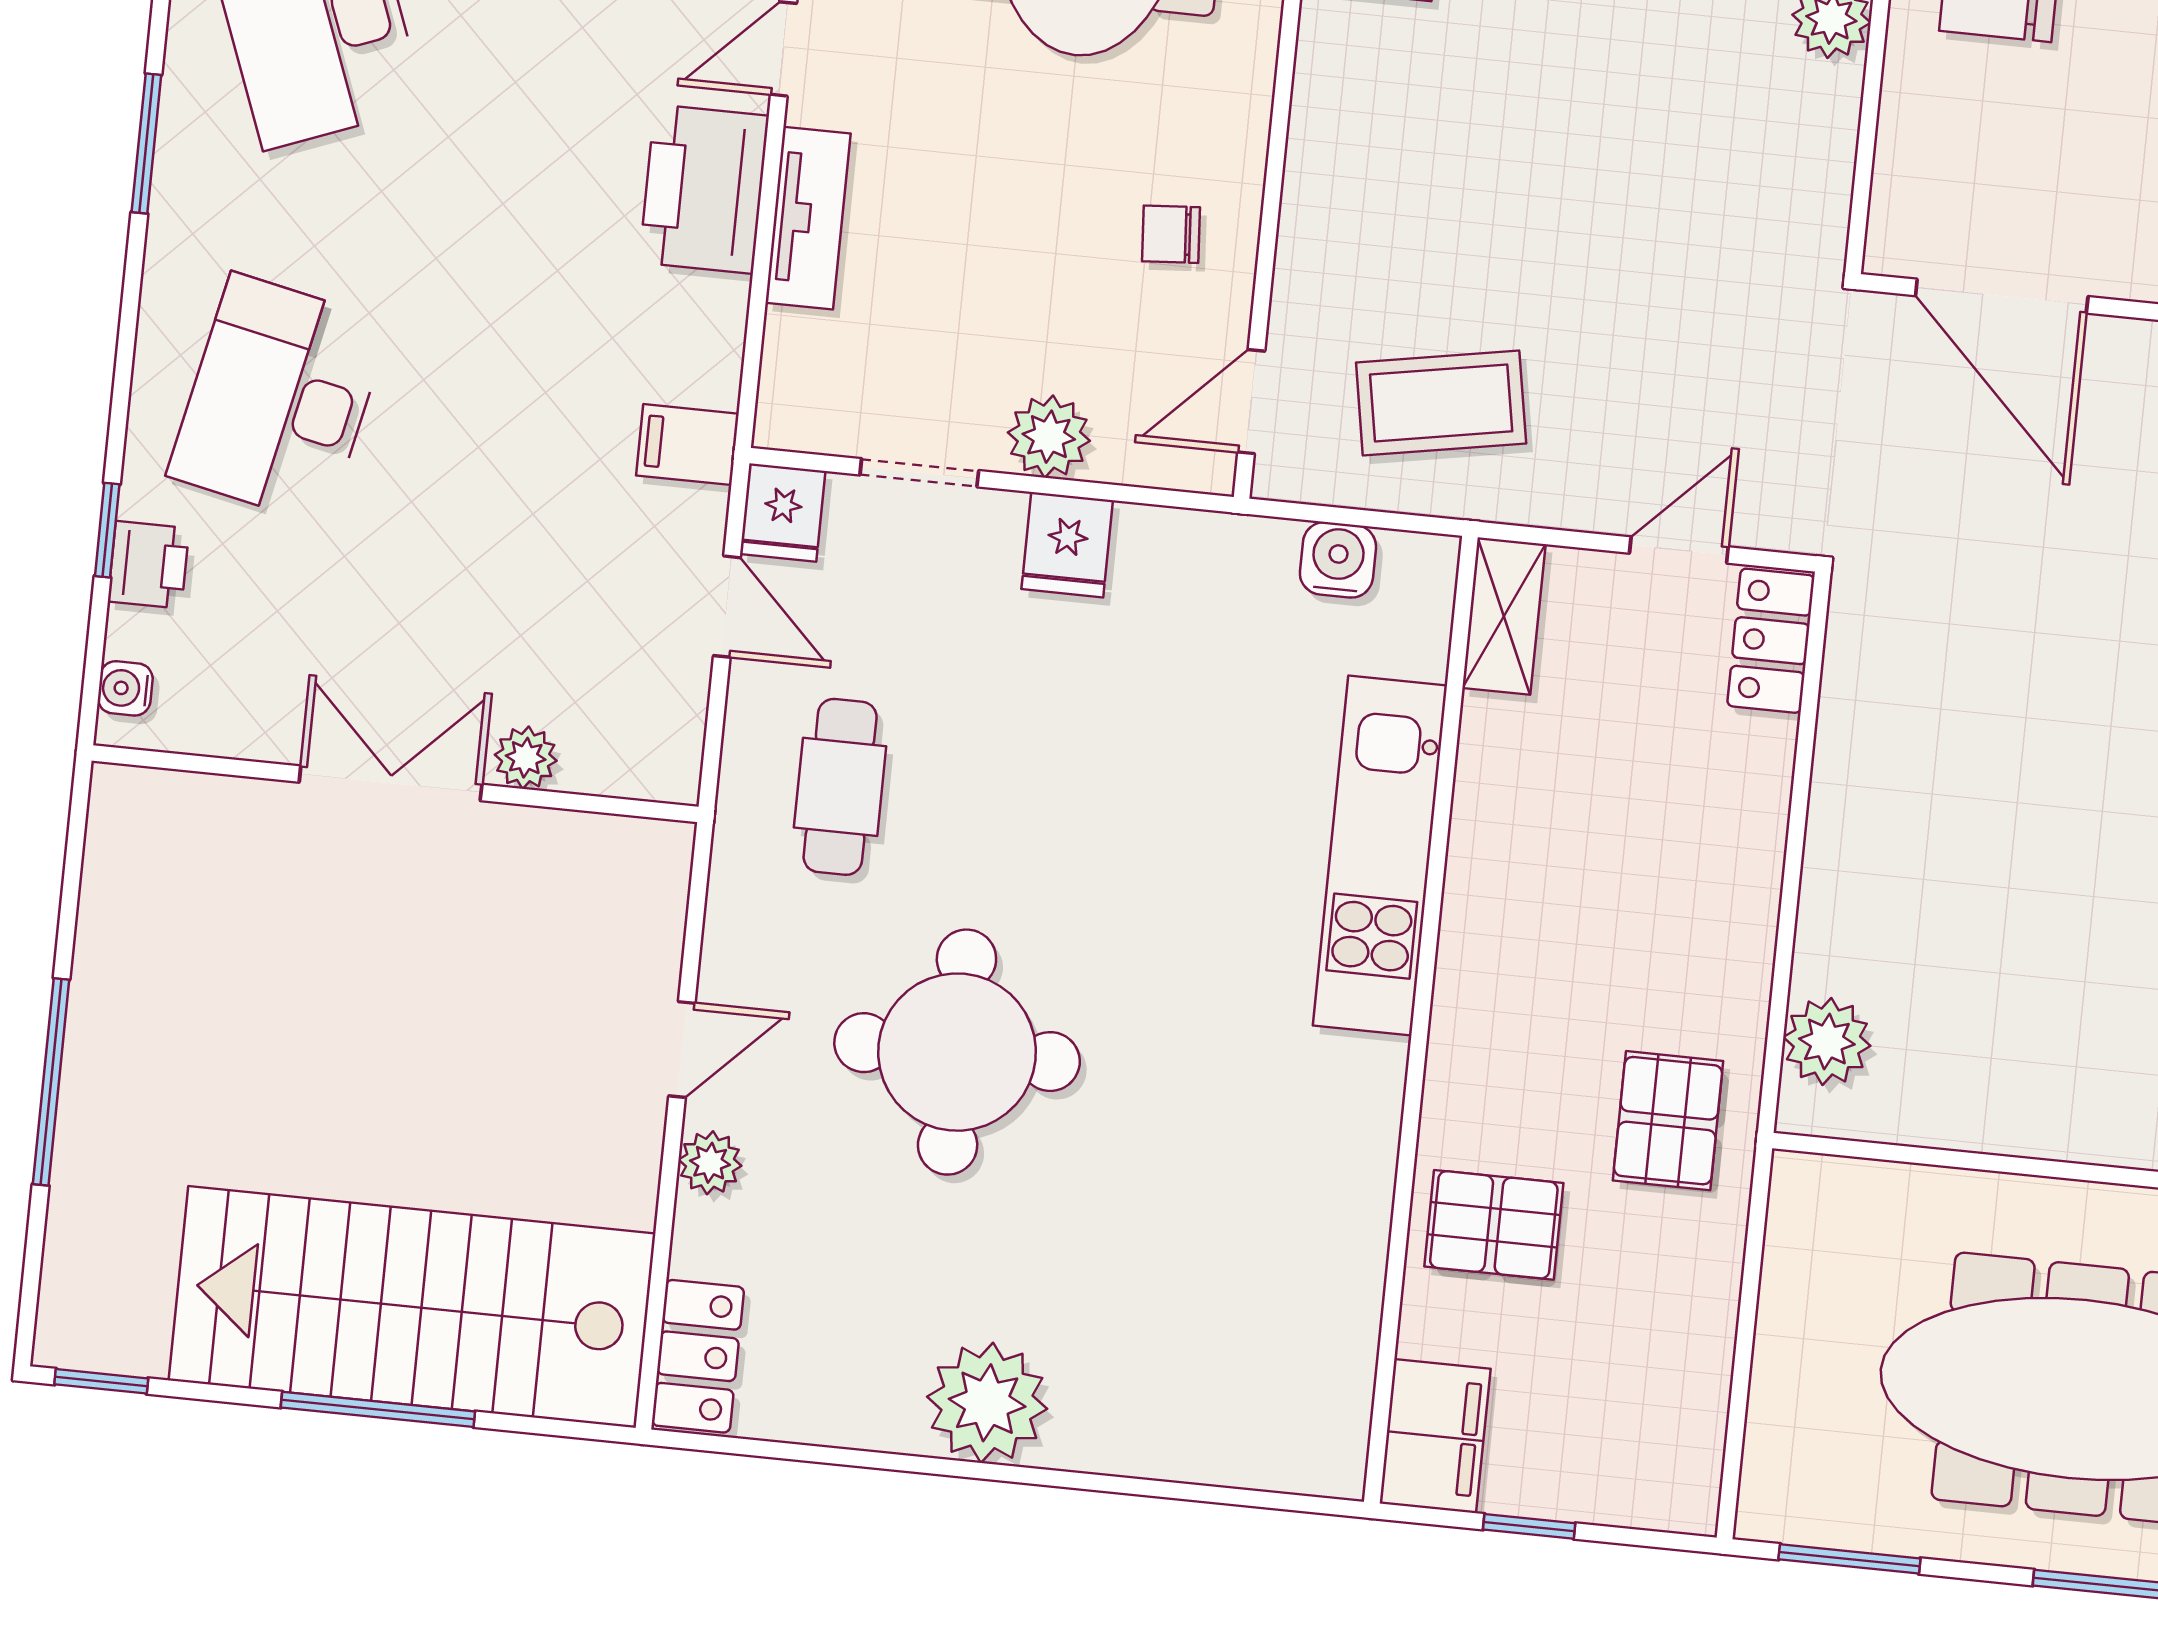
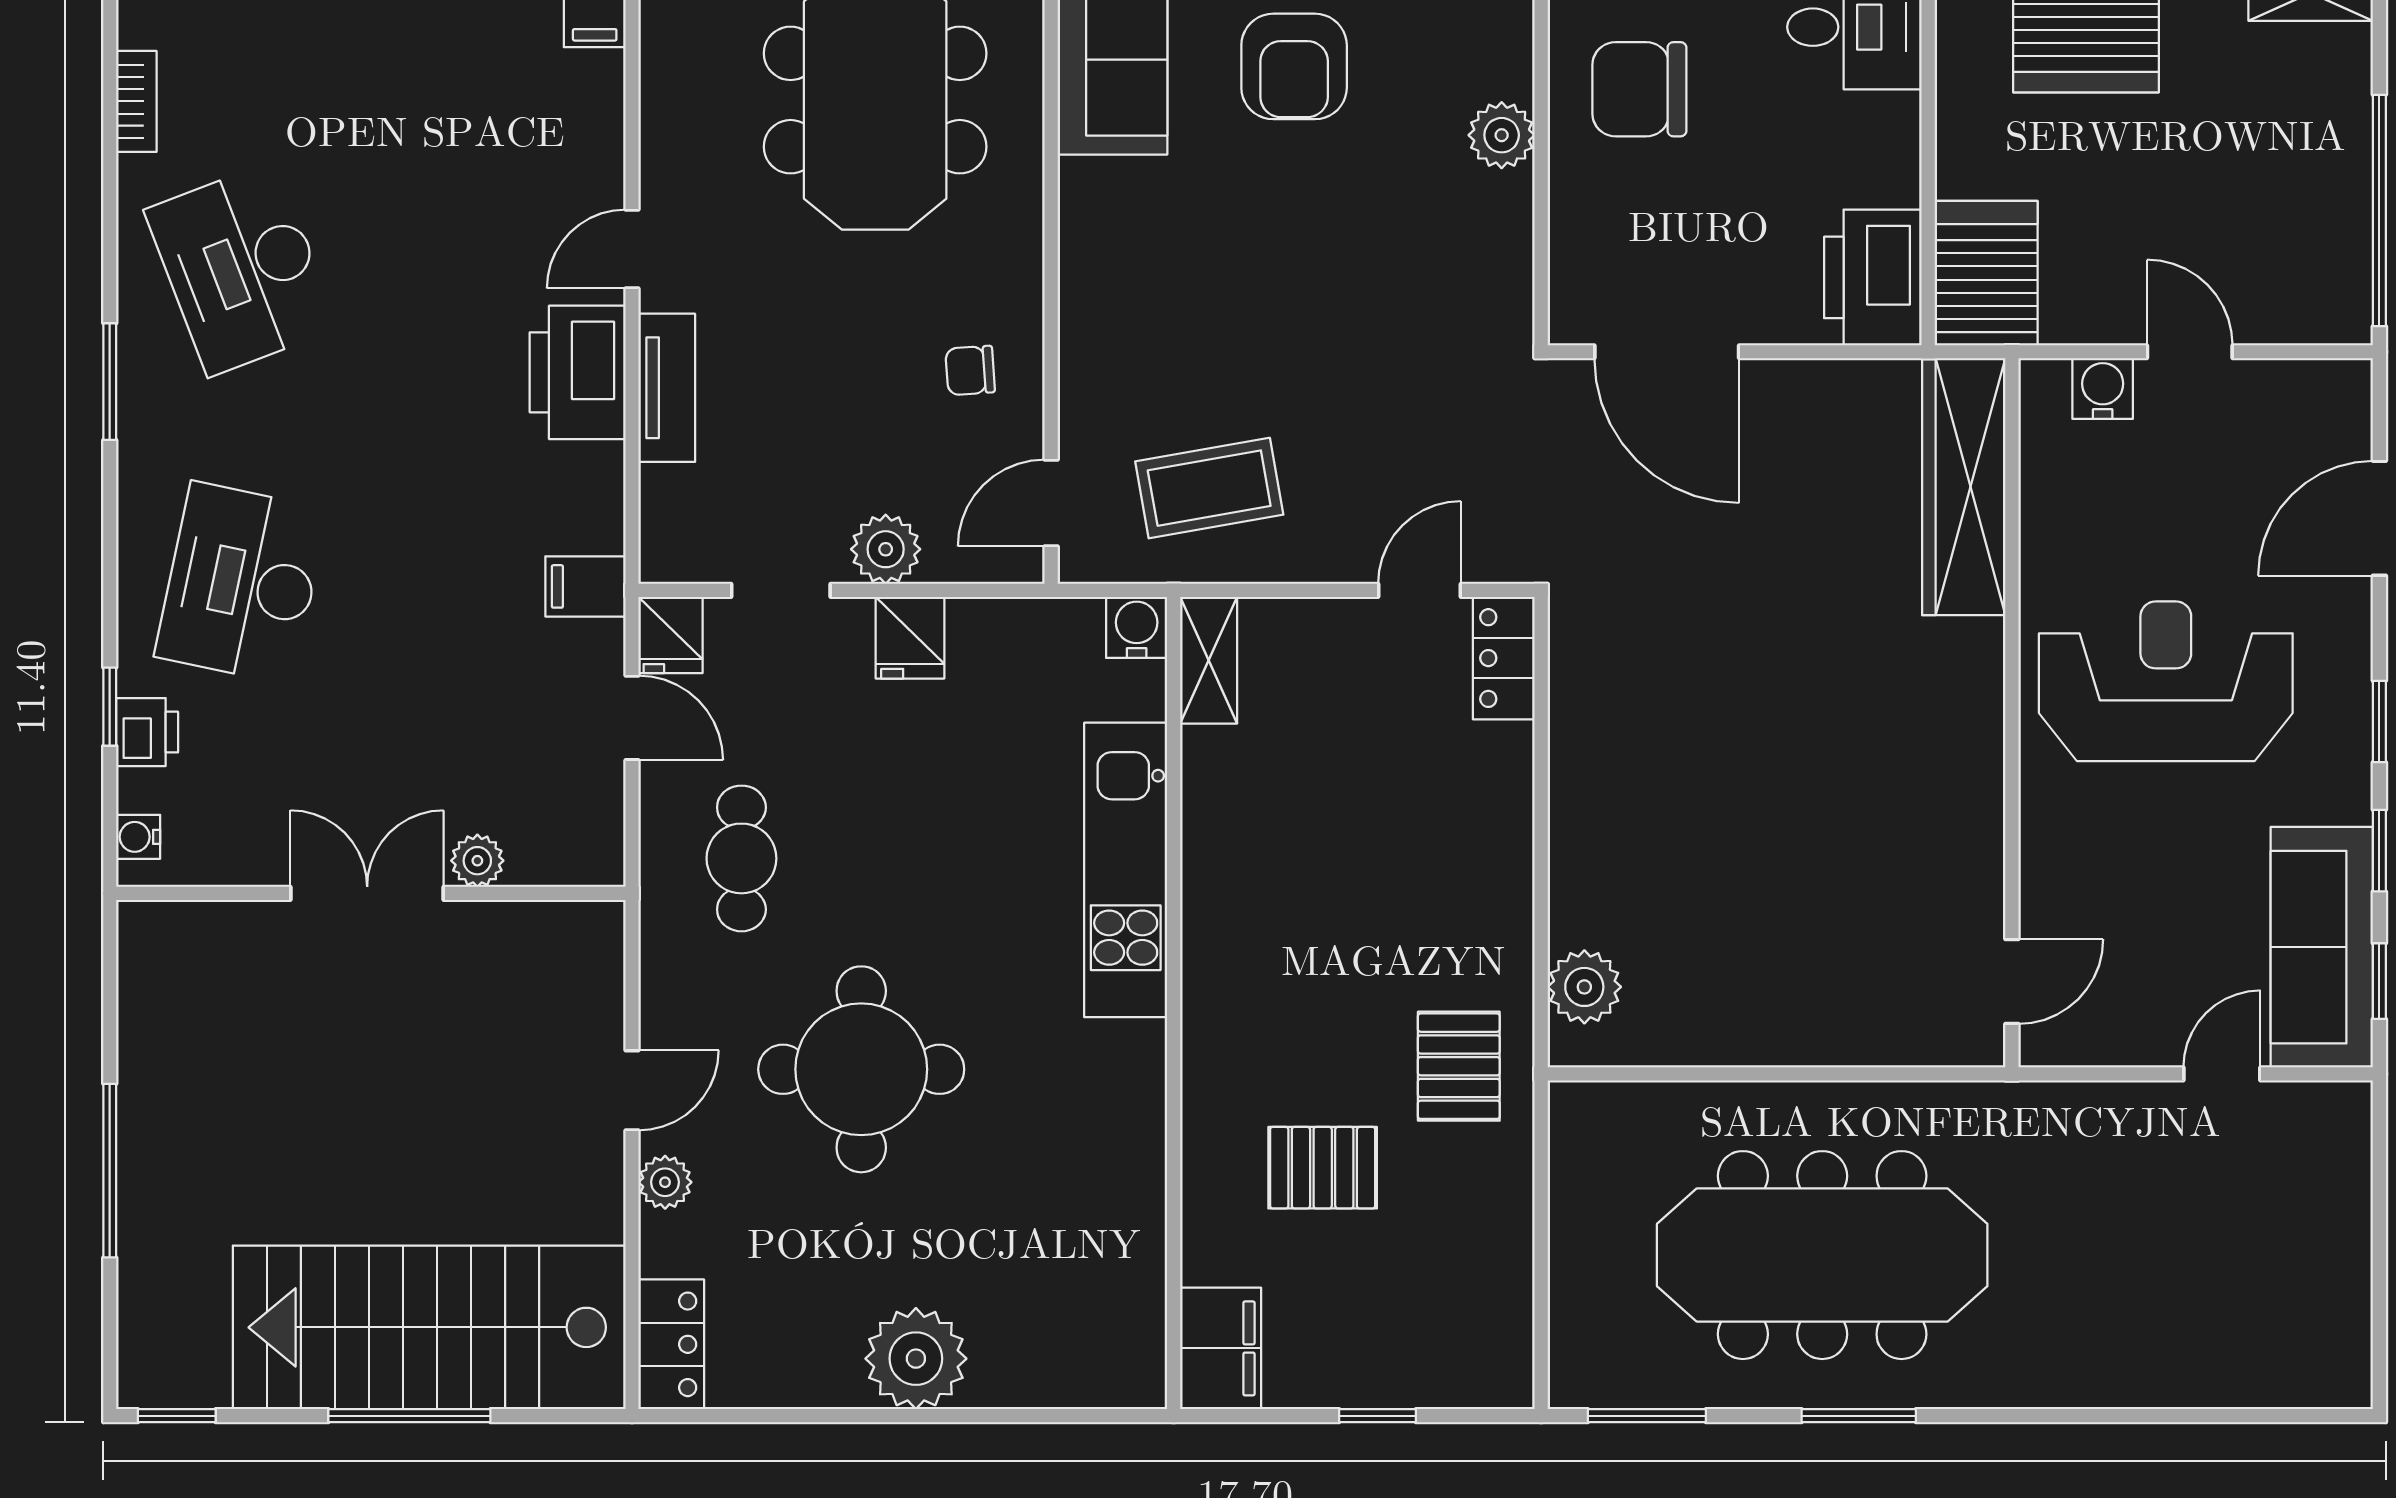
shelving: (1504, 616) -> (1209, 660), moved
kitchen unit: (1380, 856) -> (1126, 870), moved
wall: (1421, 1020) -> (1174, 1003), moved
filing cabinet: (1435, 1436) -> (1221, 1348), moved

